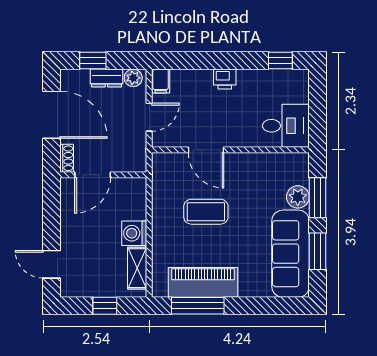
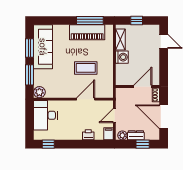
printer: (225, 79) -> (88, 135), moved
desk: (286, 126) -> (45, 115), width x1.37
door: (206, 150) -> (86, 99), hinge flipped
plant: (298, 197) -> (39, 92), moved

